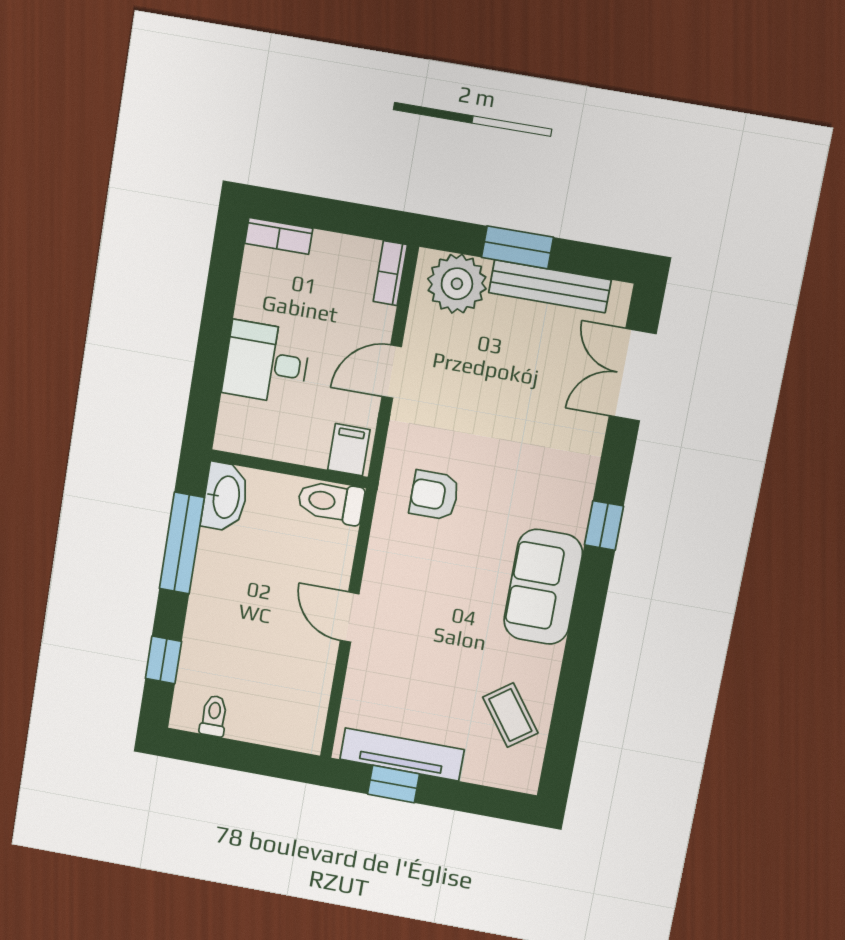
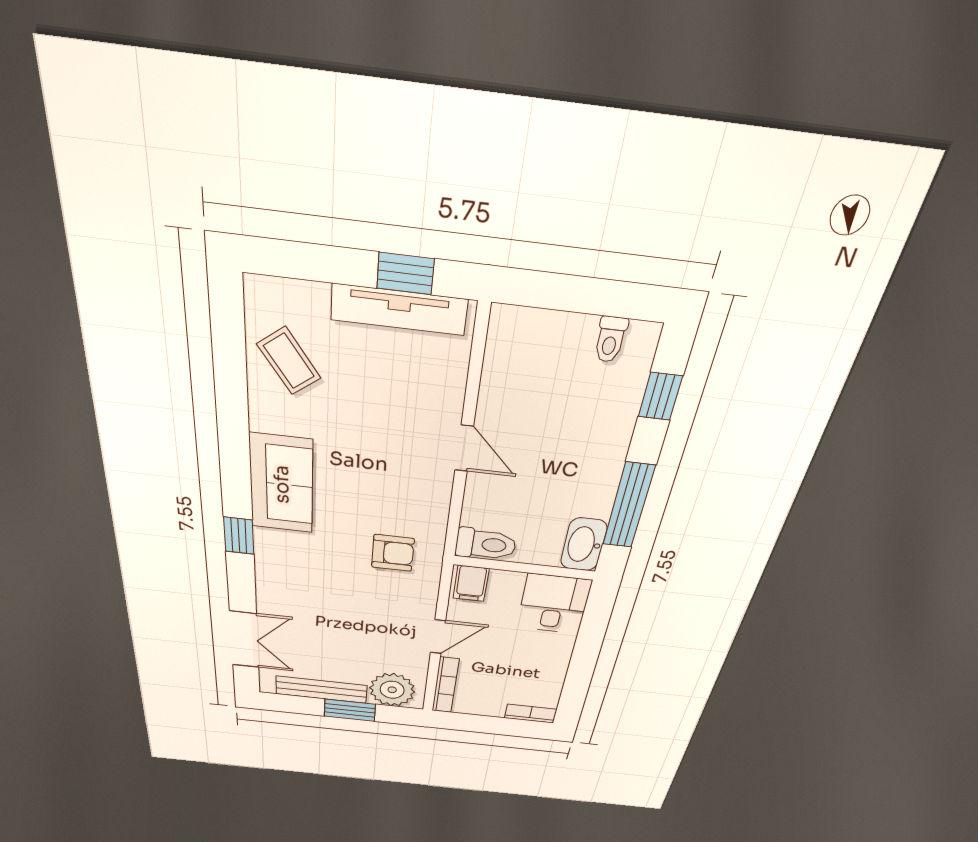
bookcase: (390, 273) -> (445, 685), width x1.56
desk: (266, 363) -> (554, 604), moved, turned -90

